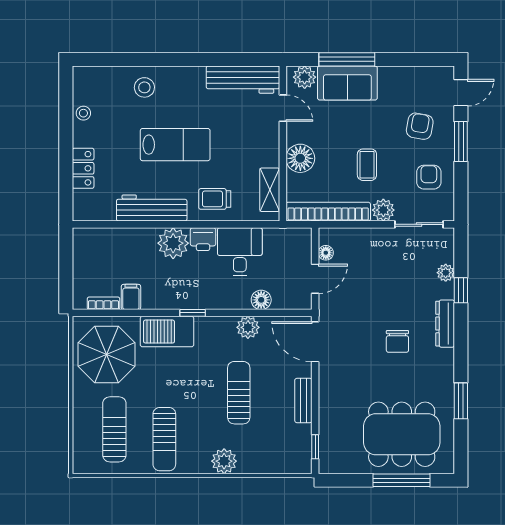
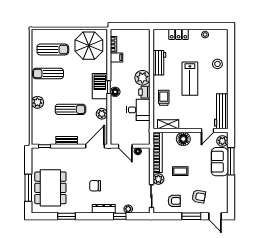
workbench: (152, 208) -> (159, 63), width x0.73
floor lamp: (261, 300) -> (115, 92), moved
barbecue: (167, 332) -> (100, 86), moved

